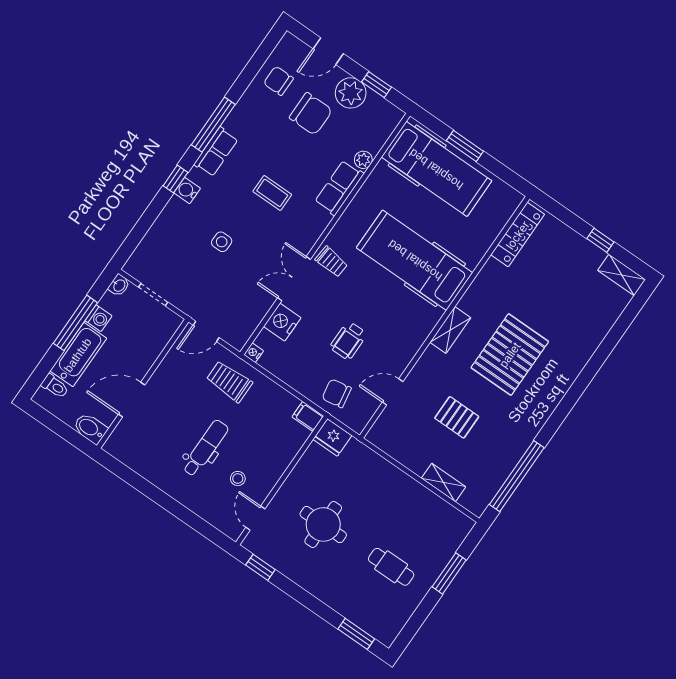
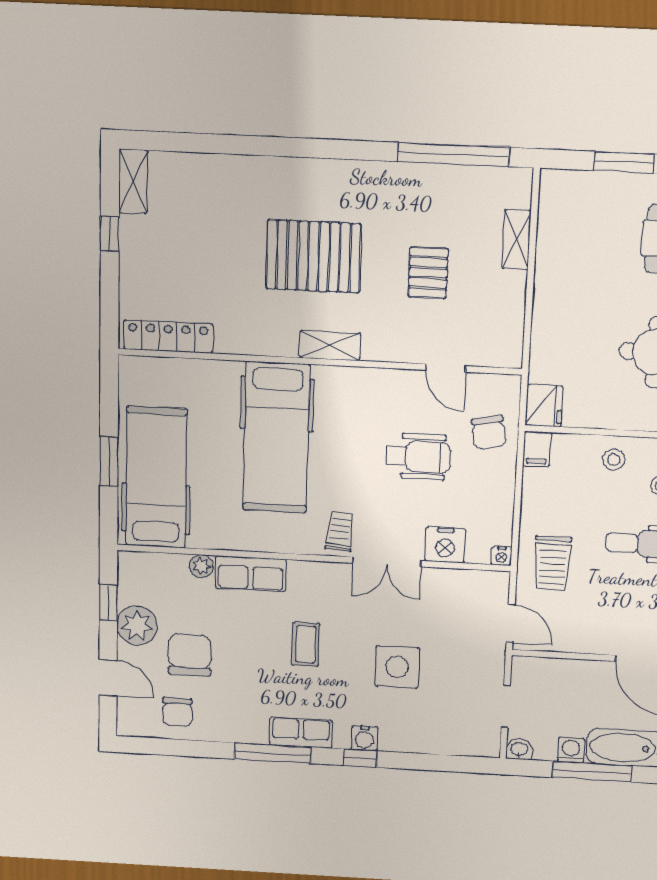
side table: (222, 242) -> (397, 667), width x1.87, depth x1.87
wheelchair: (348, 341) -> (418, 457), width x1.36, depth x1.37
stool: (272, 459) -> (614, 459), added

